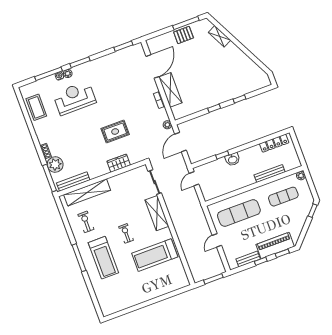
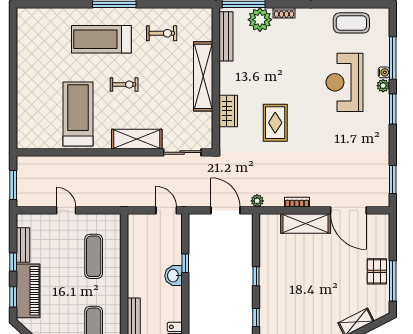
reception desk: (74, 98) -> (345, 82), turned 180
shelving: (87, 192) -> (203, 76), moved
exercise mat: (239, 213) -> (94, 256), width x0.73, depth x0.69

